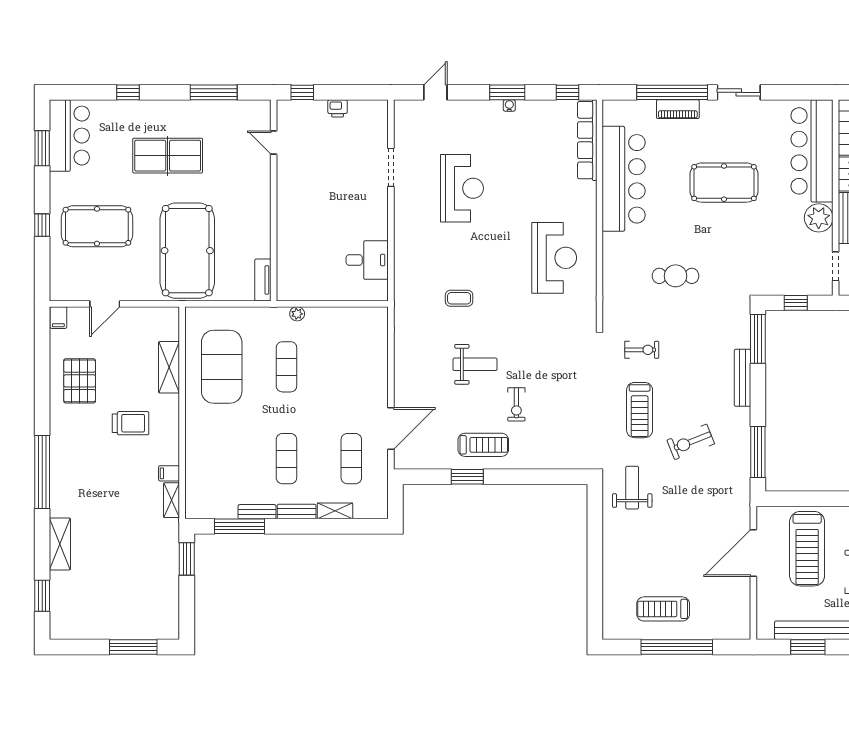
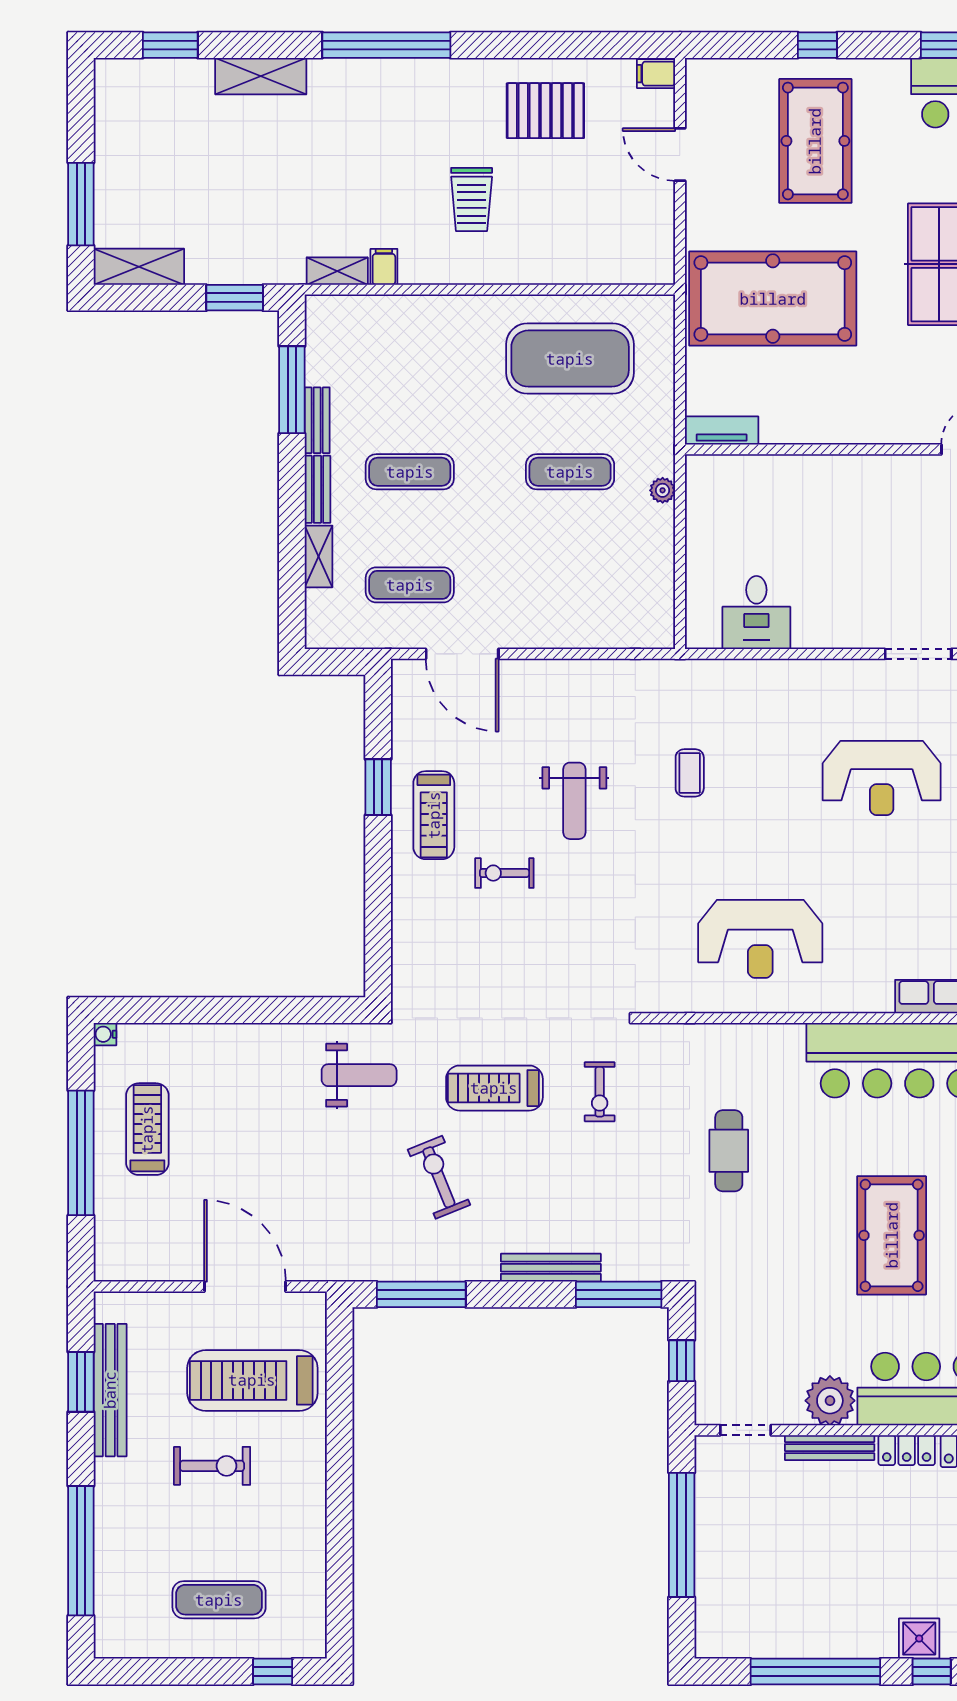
shelving: (169, 367) -> (139, 267), moved
water cooler: (609, 633) -> (105, 1034), added

